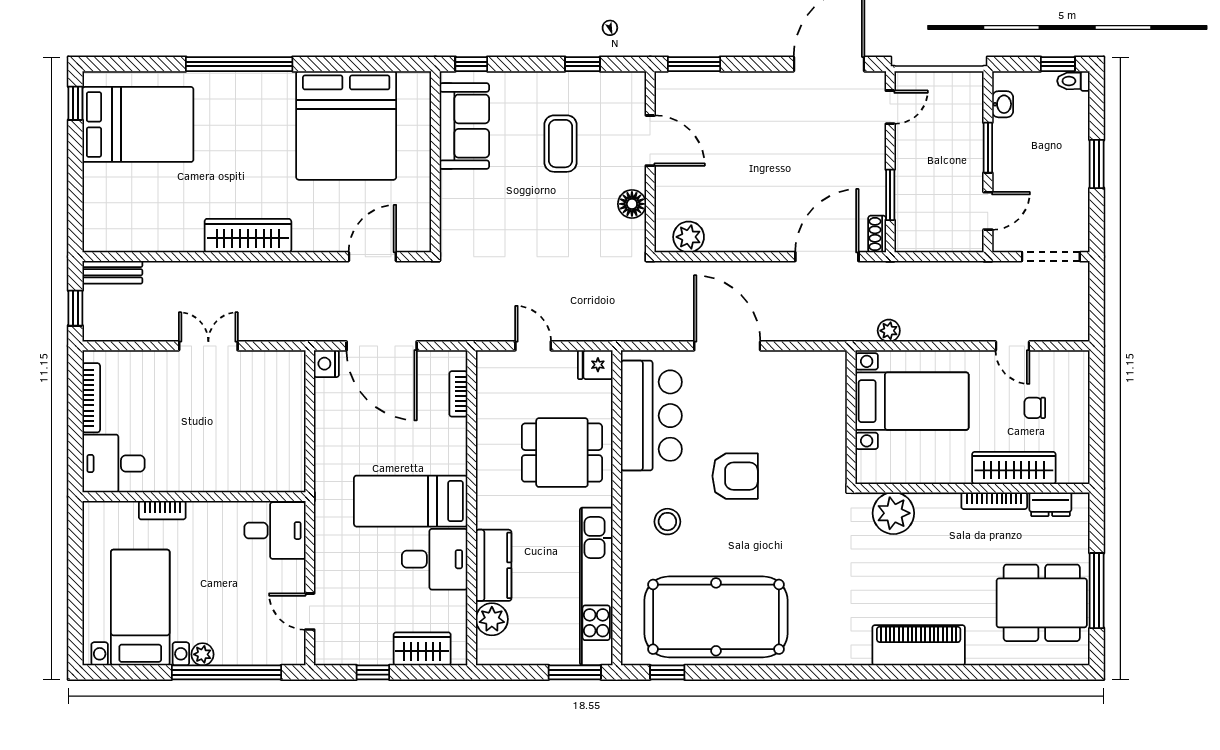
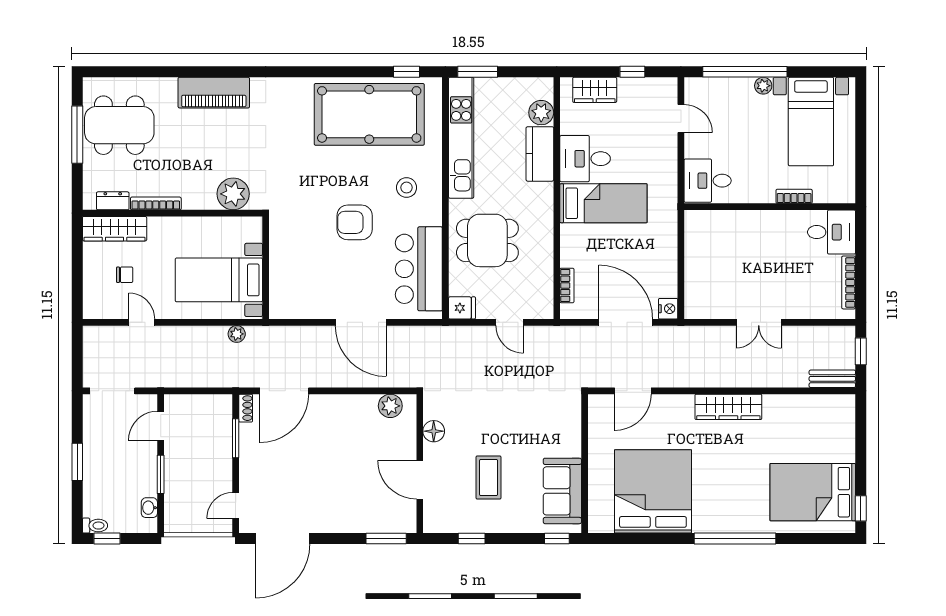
wardrobe: (1014, 468) -> (115, 229), moved

